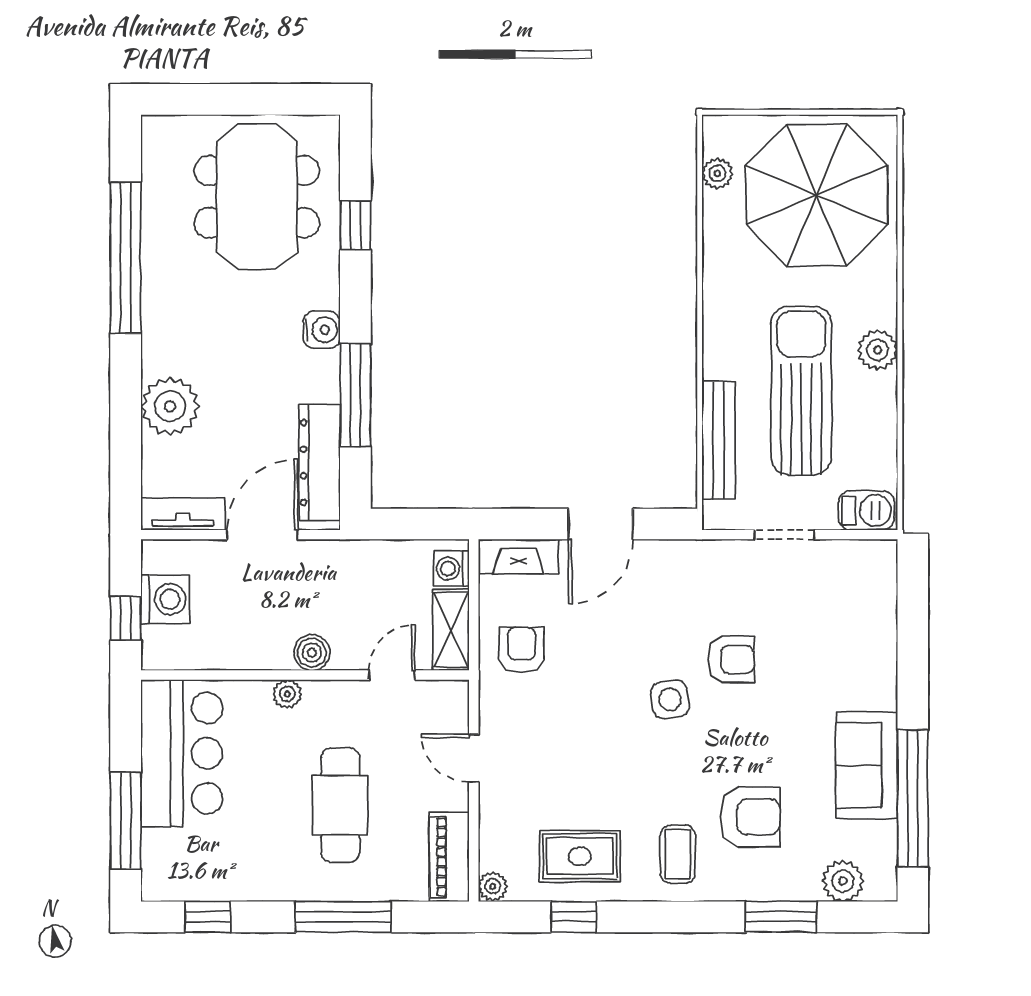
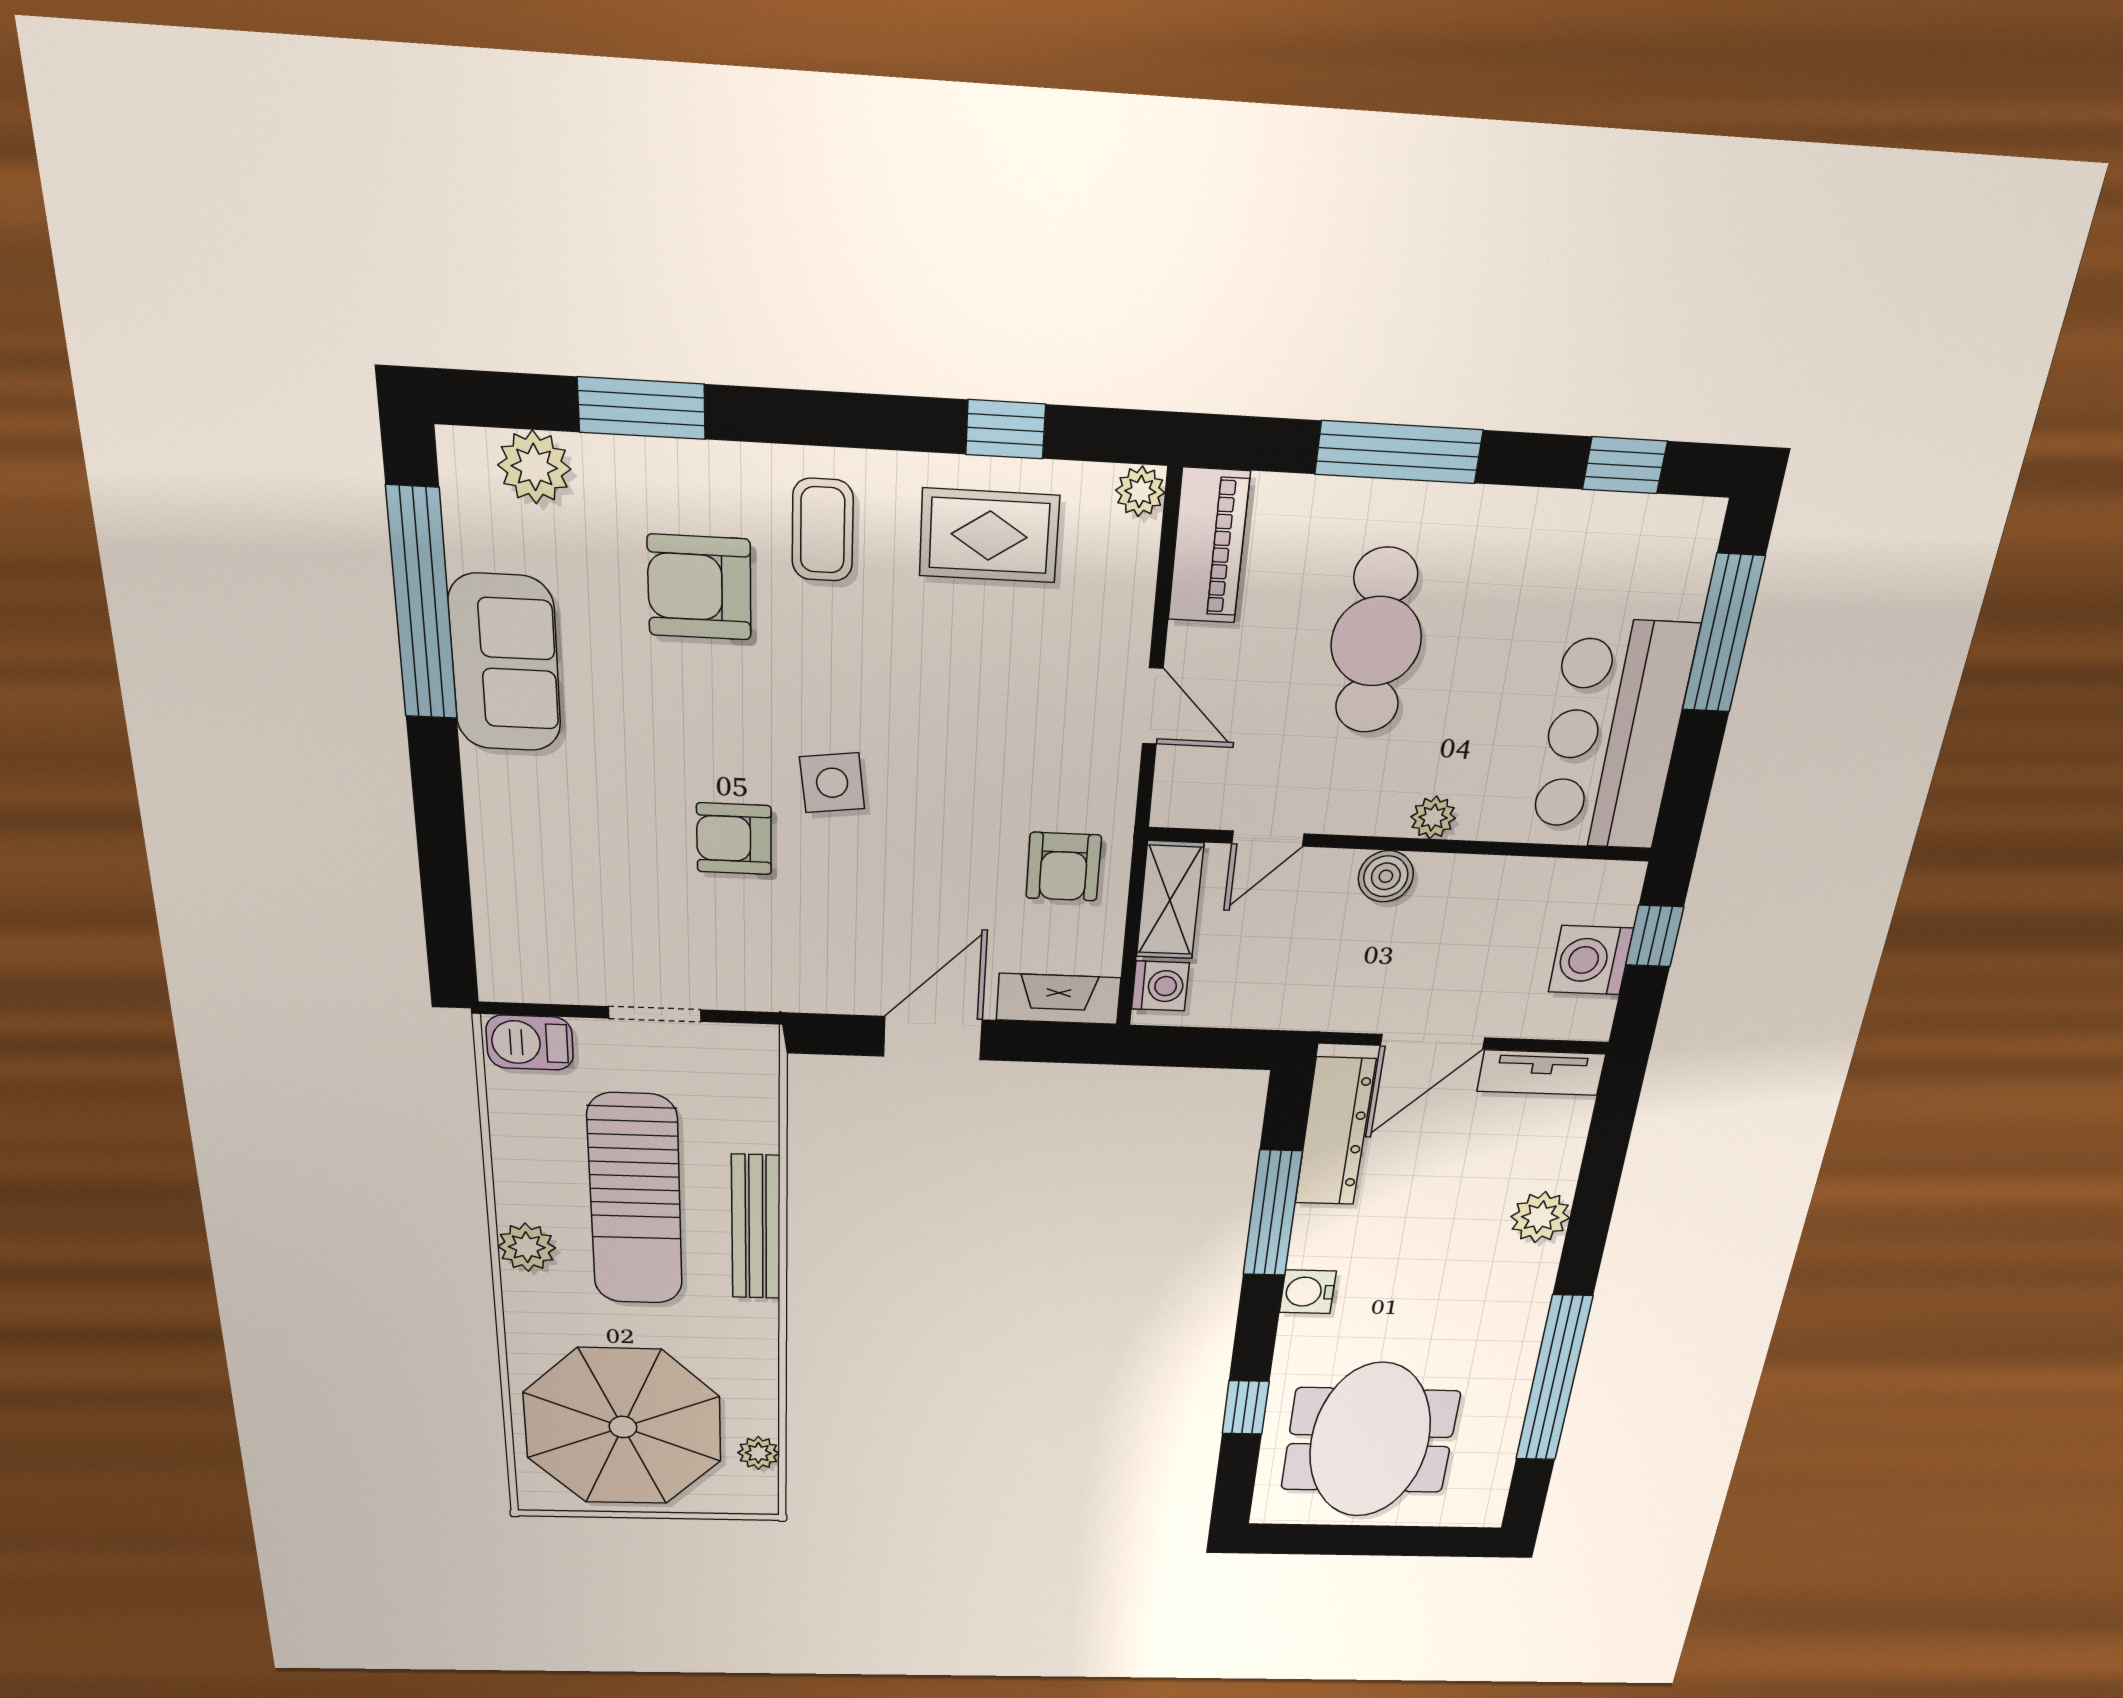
plant: (170, 406) -> (1540, 1217), width x0.73, depth x0.73
bench: (718, 440) -> (756, 1227), moved

